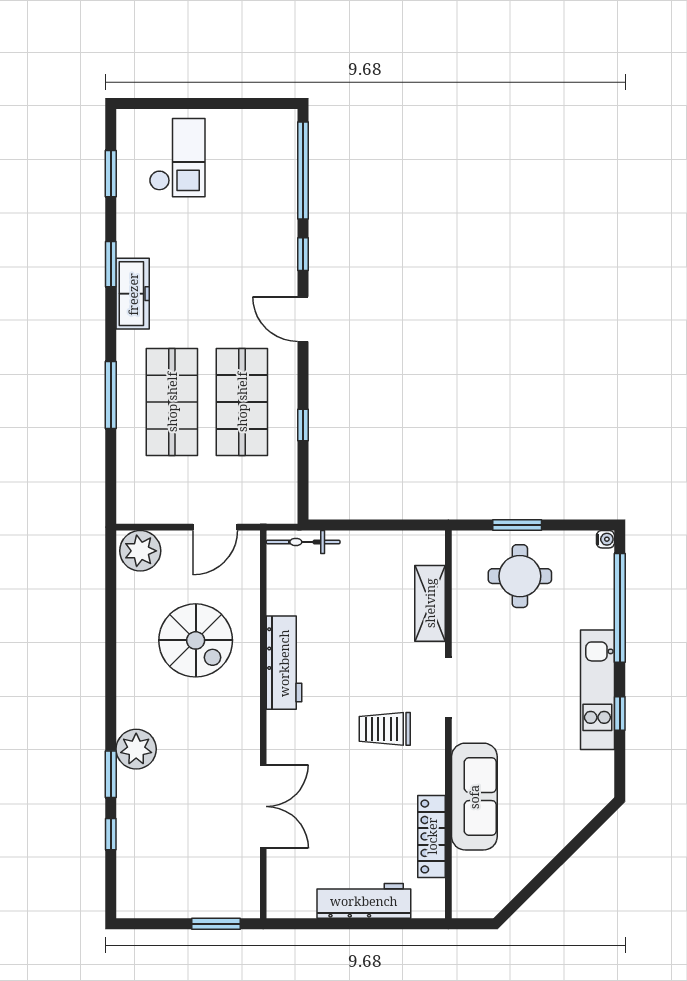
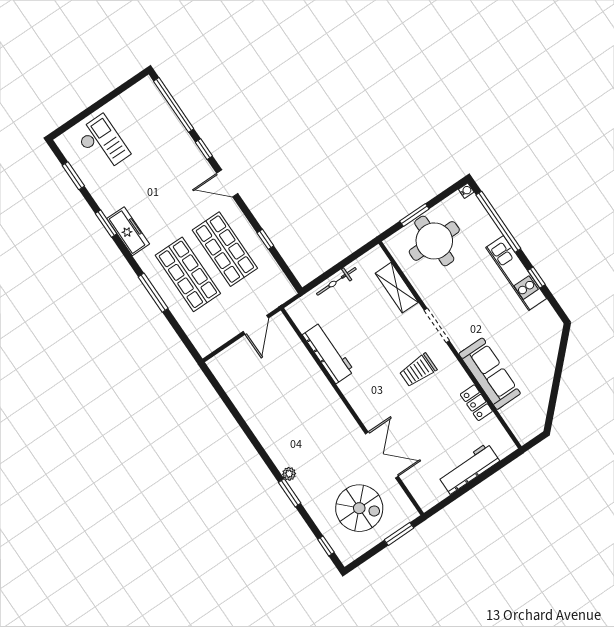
bicycle: (303, 542) -> (336, 281), moved
plant: (140, 551) -> (225, 364), removed
round table: (520, 576) -> (434, 241), width x1.36, depth x1.36
spiral stairs: (196, 640) -> (359, 508), moved
workbench: (284, 663) -> (328, 353), moved
plant: (136, 749) -> (289, 474), width x0.53, depth x0.53
window: (111, 834) -> (326, 546), moved
locker: (432, 836) -> (476, 403), width x0.66

